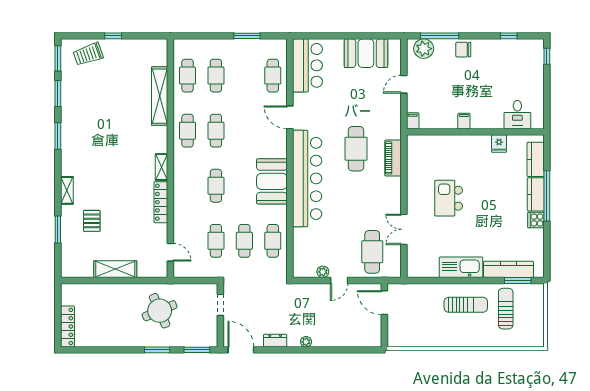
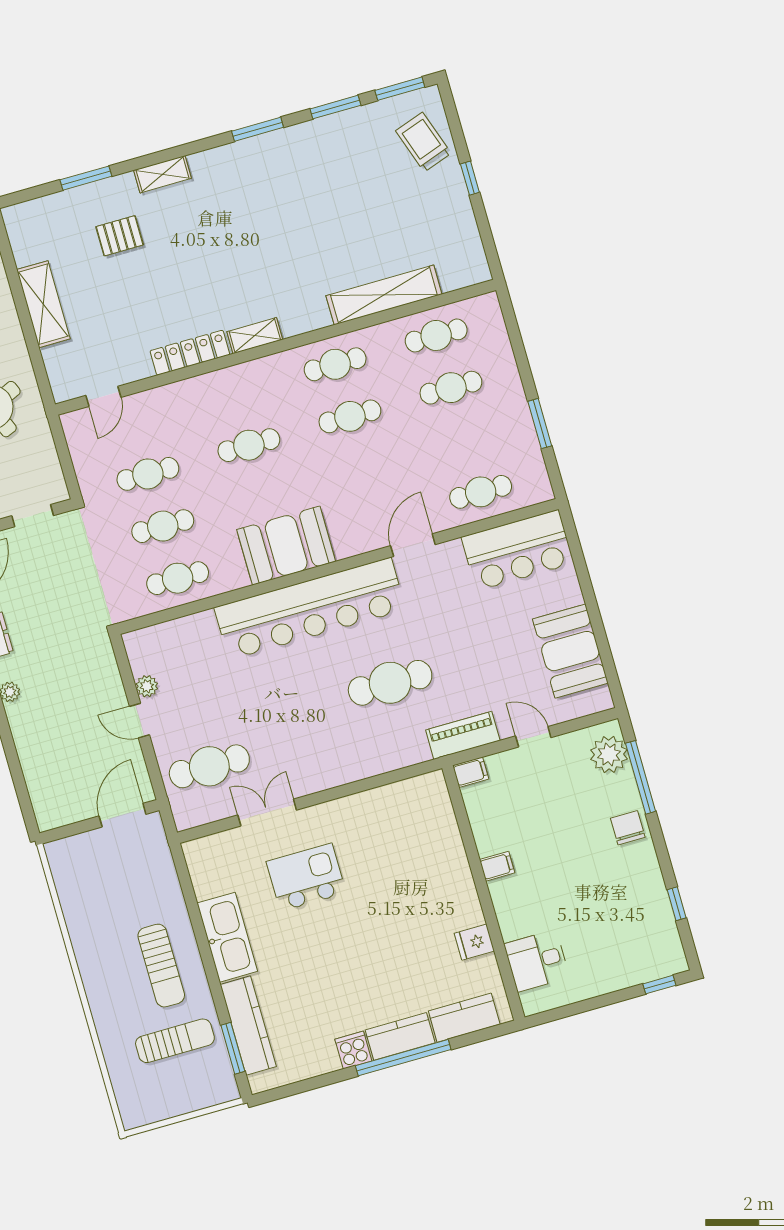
piano: (393, 158) -> (463, 735), moved
kitchen island: (449, 198) -> (306, 877), moved

